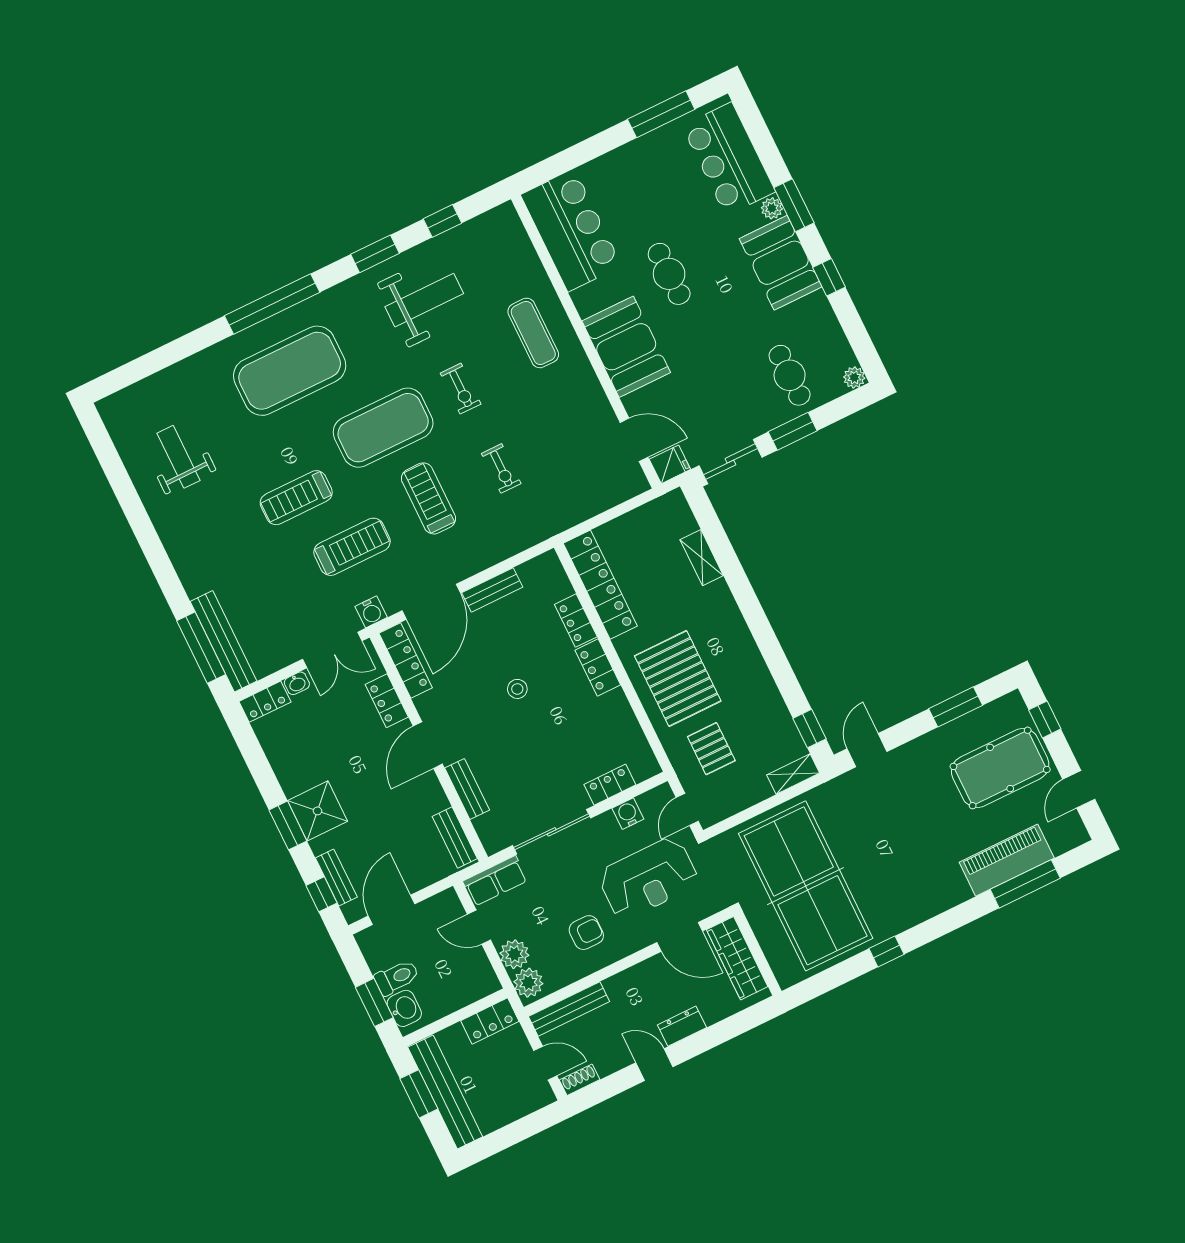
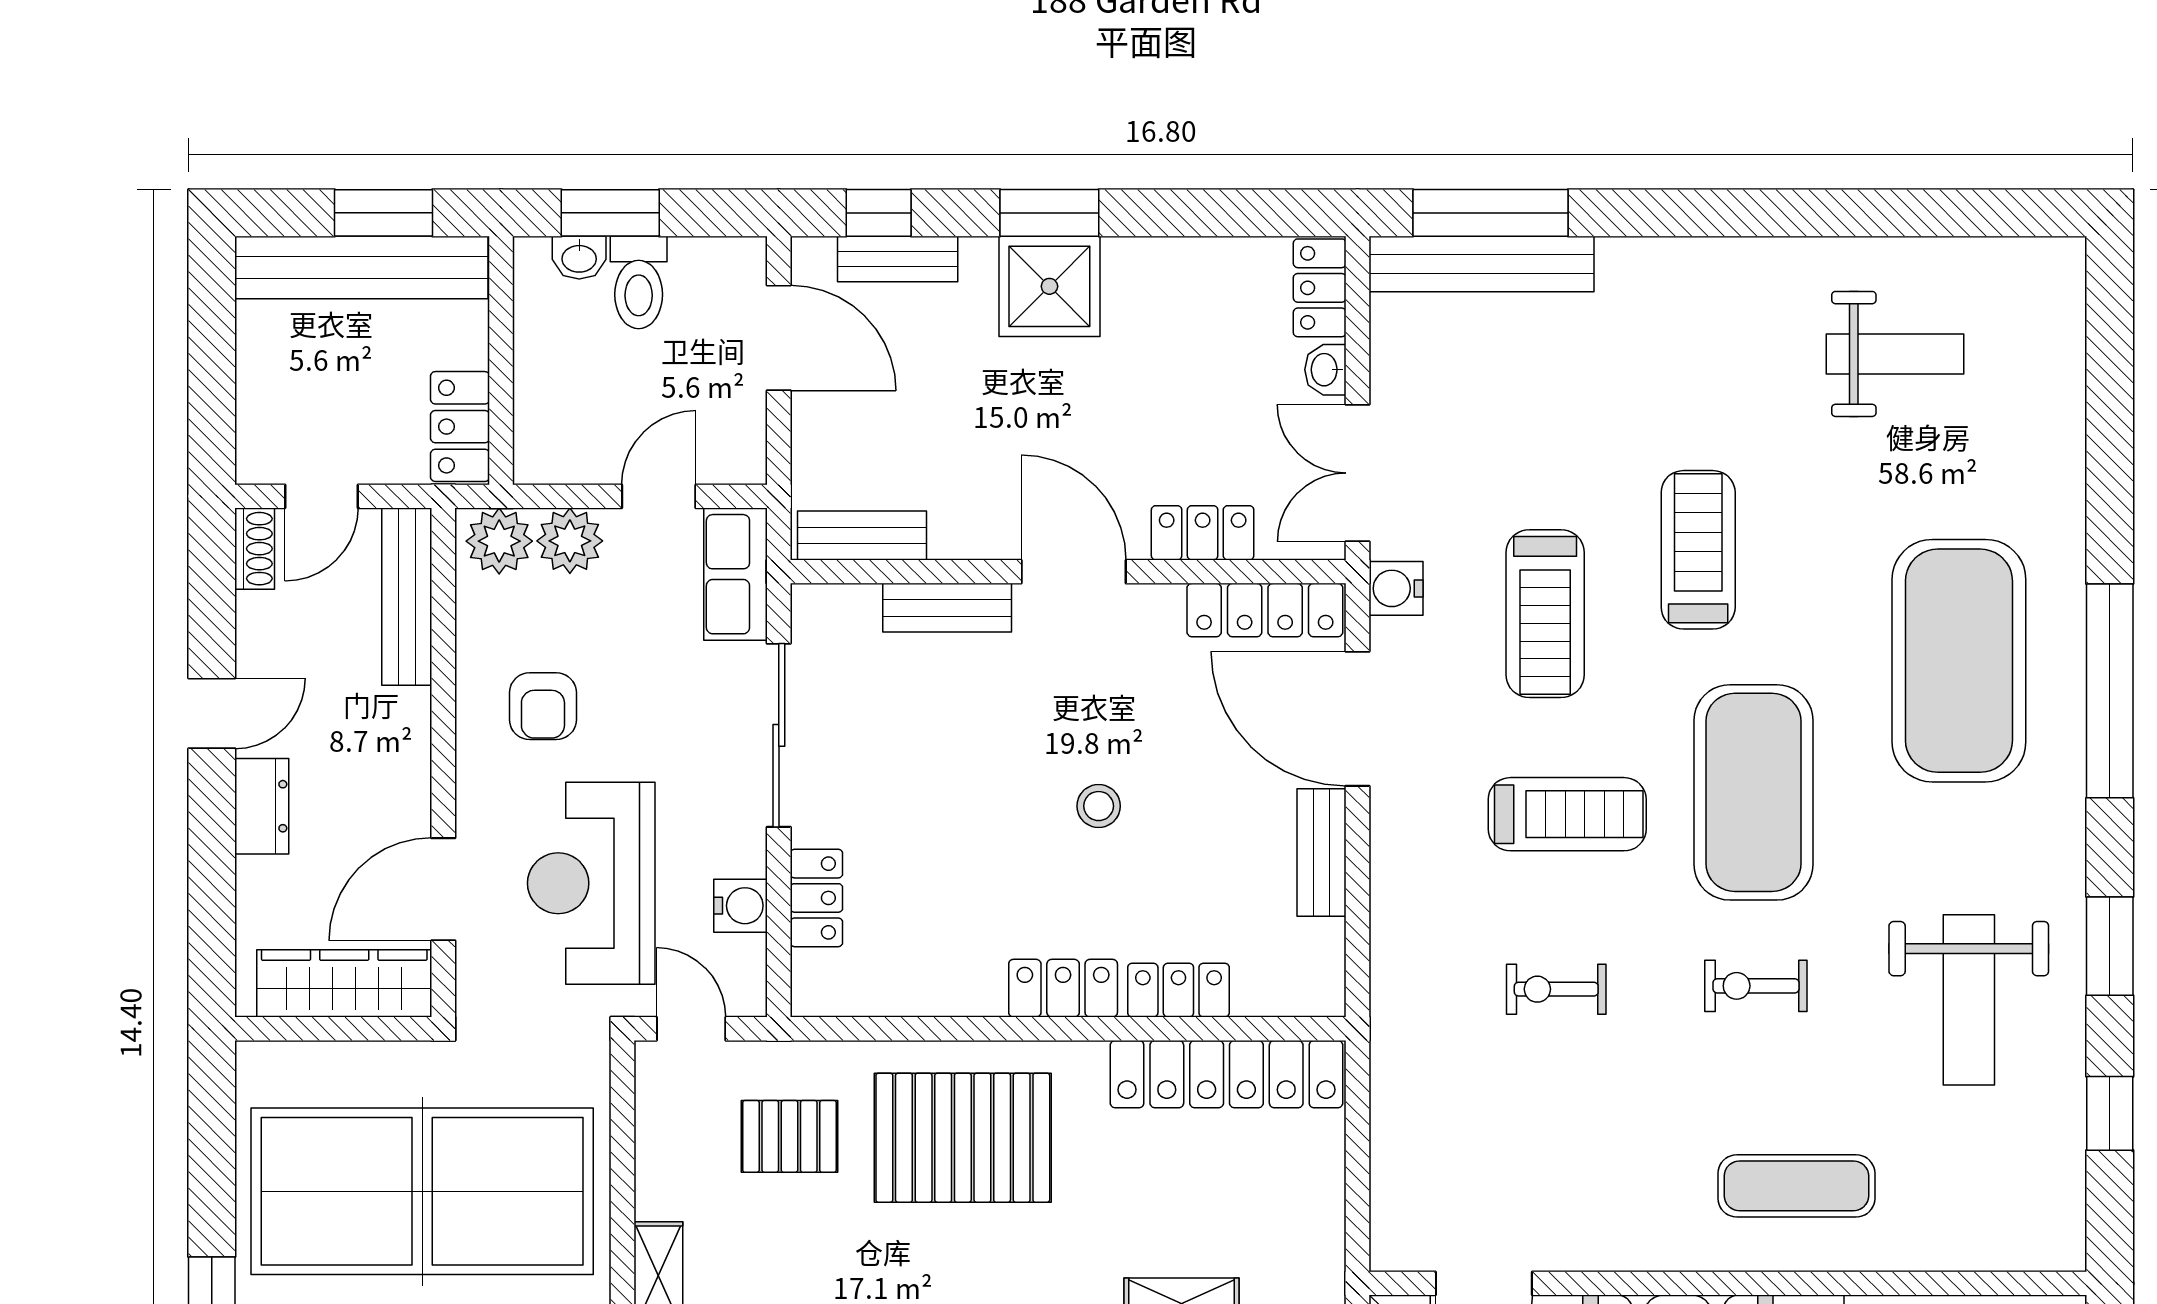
washbasin: (404, 1008) -> (579, 258), width x0.72, depth x0.69

